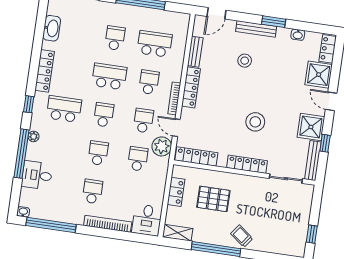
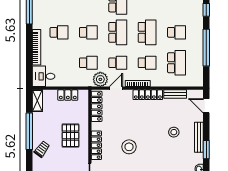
school desk: (104, 115) -> (118, 32), width x1.85
pallet: (213, 199) -> (71, 136), moved

